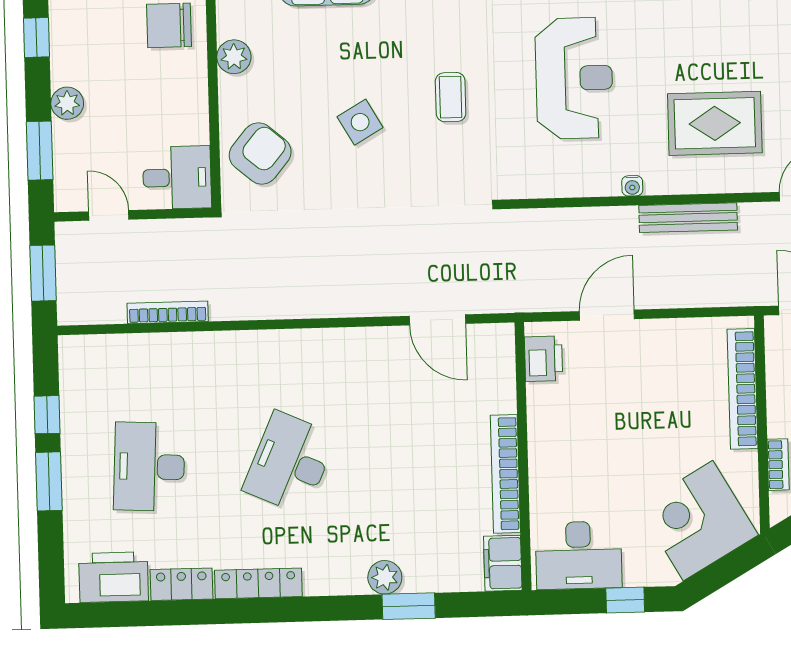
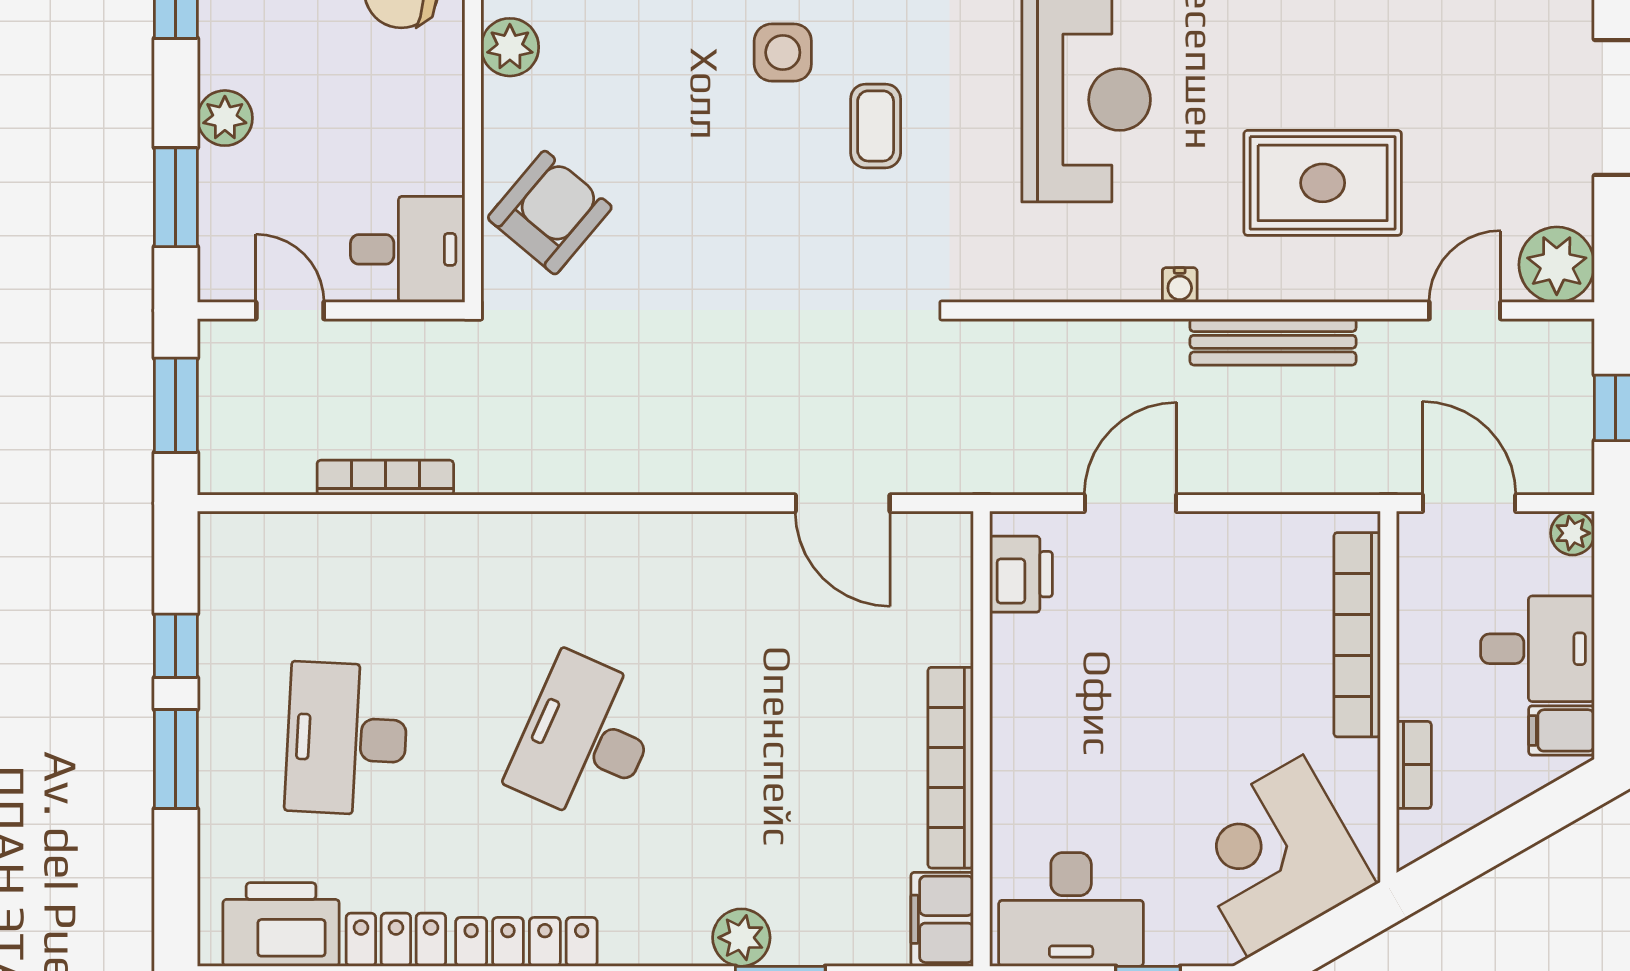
side table: (360, 122) -> (783, 52), moved, turned 30

